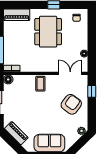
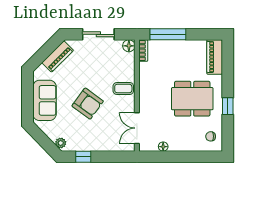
double door: (70, 73) -> (137, 128), swing flipped
window: (92, 91) -> (83, 157), moved
armchair: (71, 104) -> (88, 104), moved

